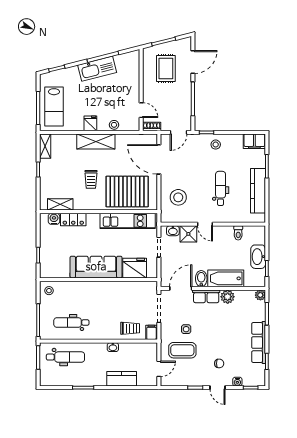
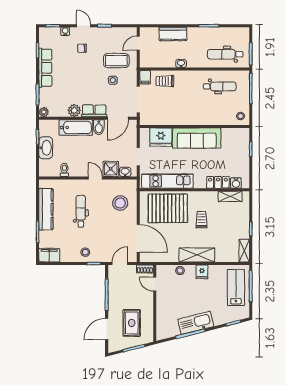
dental chair: (221, 188) -> (81, 211), turned 180

